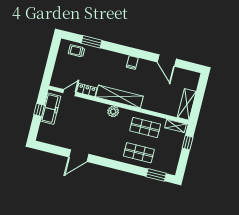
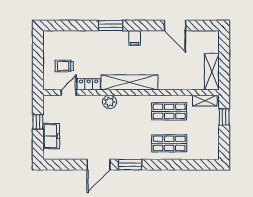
window: (91, 42) -> (111, 26), moved
trolley: (77, 51) -> (64, 66), moved
freezer: (51, 109) -> (51, 136), moved, width x0.71
plant: (113, 112) -> (110, 102), moved
window: (156, 175) -> (130, 165), moved

